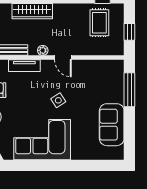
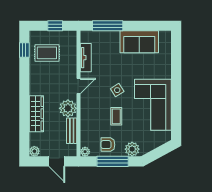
plant: (43, 50) -> (68, 108), width x1.87, depth x1.87
tv unit: (24, 66) -> (86, 58), moved
coffee table: (29, 99) -> (116, 116), added

